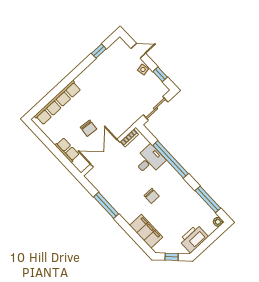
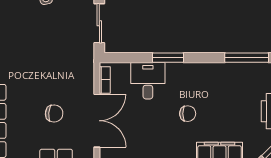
double door: (105, 153) -> (97, 121), swing flipped
window: (171, 159) -> (168, 58), width x0.47

